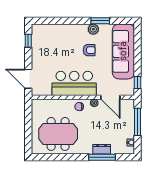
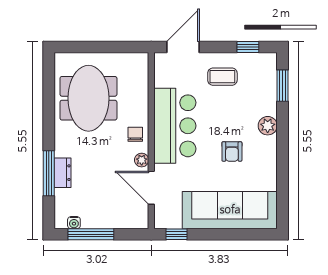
window: (100, 21) -> (282, 86), moved
plant: (93, 29) -> (268, 126), moved
coffee table: (45, 56) -> (222, 77), added
door: (110, 97) -> (151, 188), hinge flipped
window: (138, 122) -> (91, 234), moved

